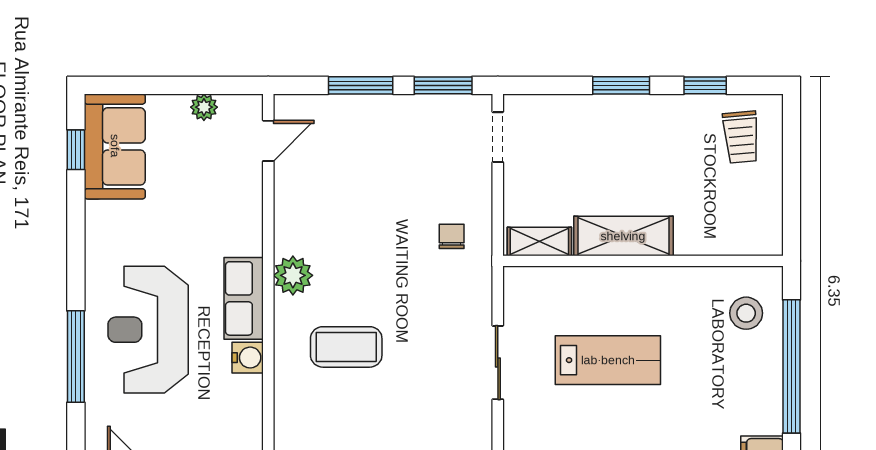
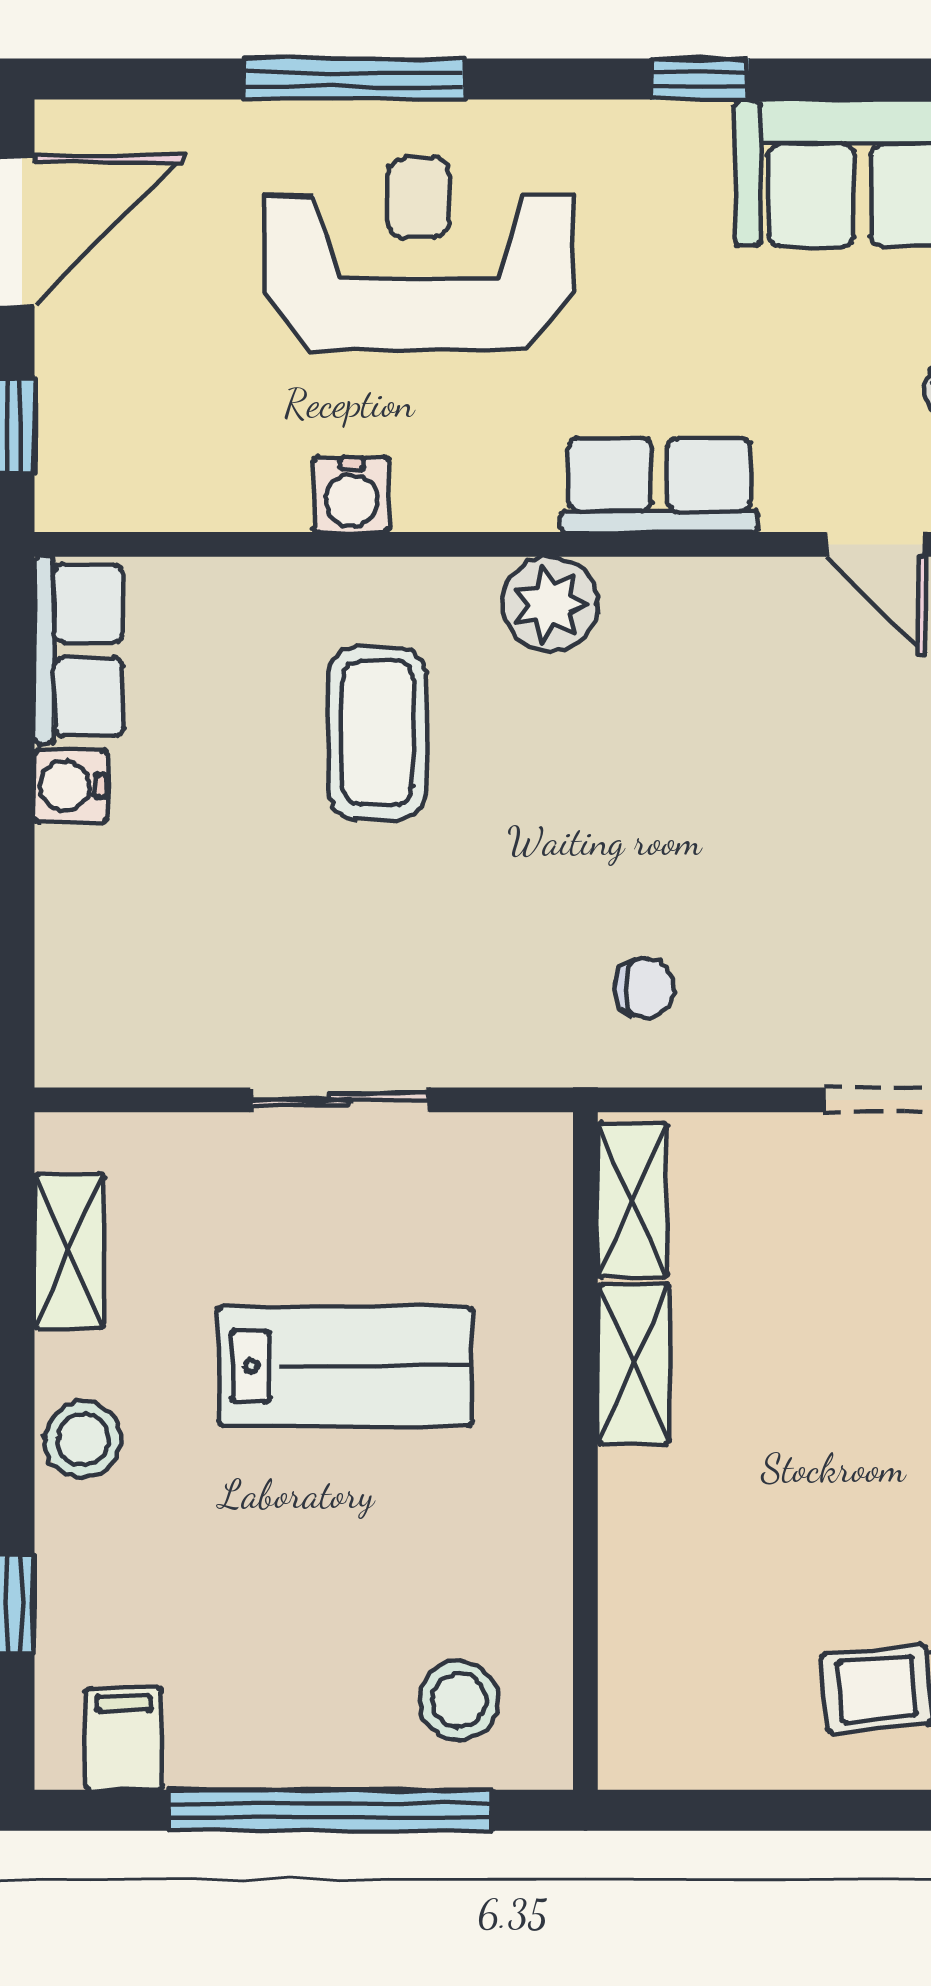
window: (76, 150) -> (700, 79), moved
shelving: (623, 236) -> (634, 1364), width x0.67, depth x0.75
row of seats: (244, 298) -> (659, 485), moved
lab bench: (608, 360) -> (345, 1366), turned -90

